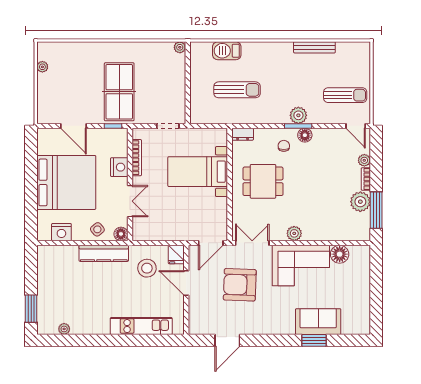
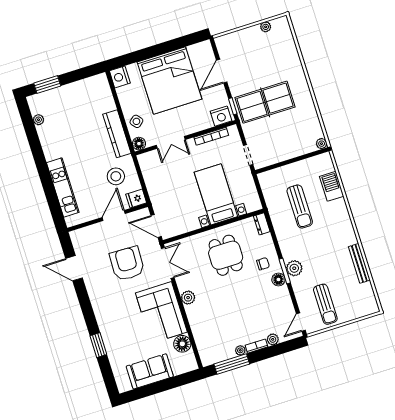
nightstand: (119, 167) -> (221, 116), moved
plant: (360, 202) -> (240, 350), width x0.53, depth x0.53
nightstand: (61, 232) -> (120, 77), moved
sofa: (318, 322) -> (150, 371), moved, turned -90

